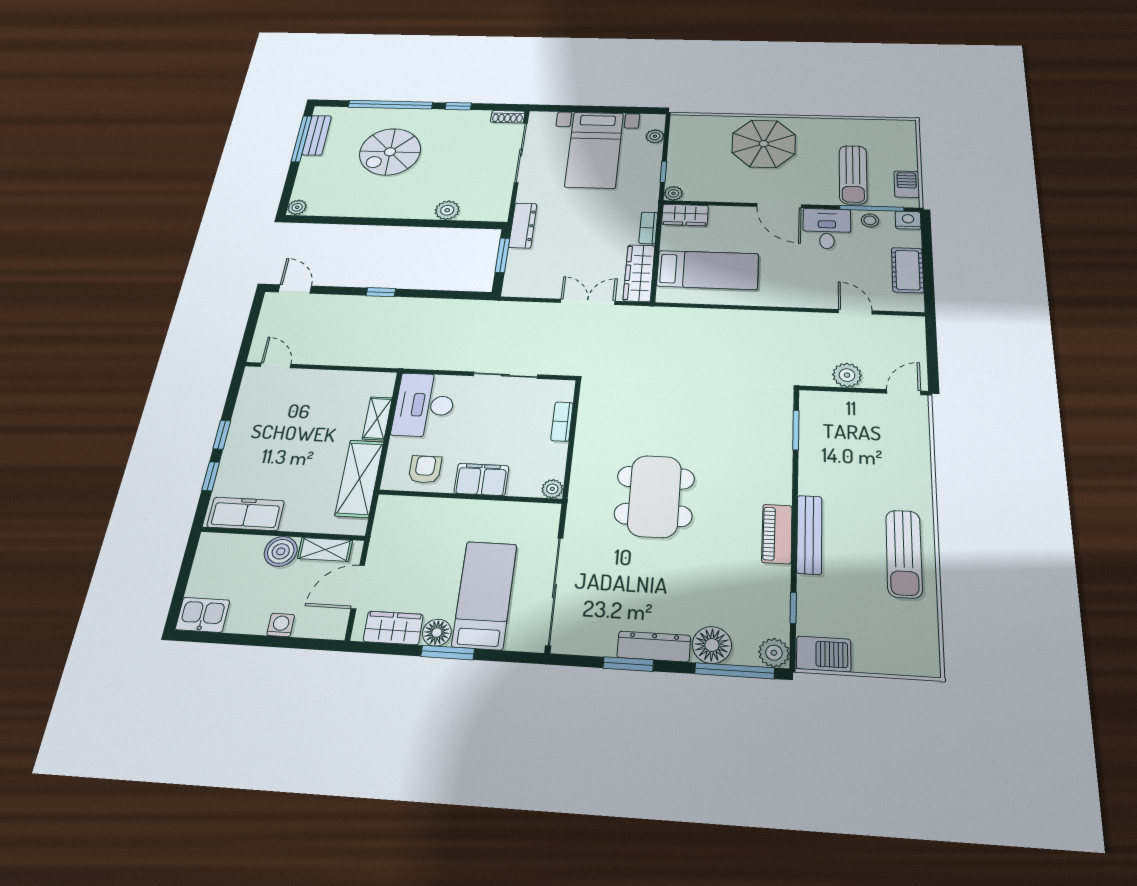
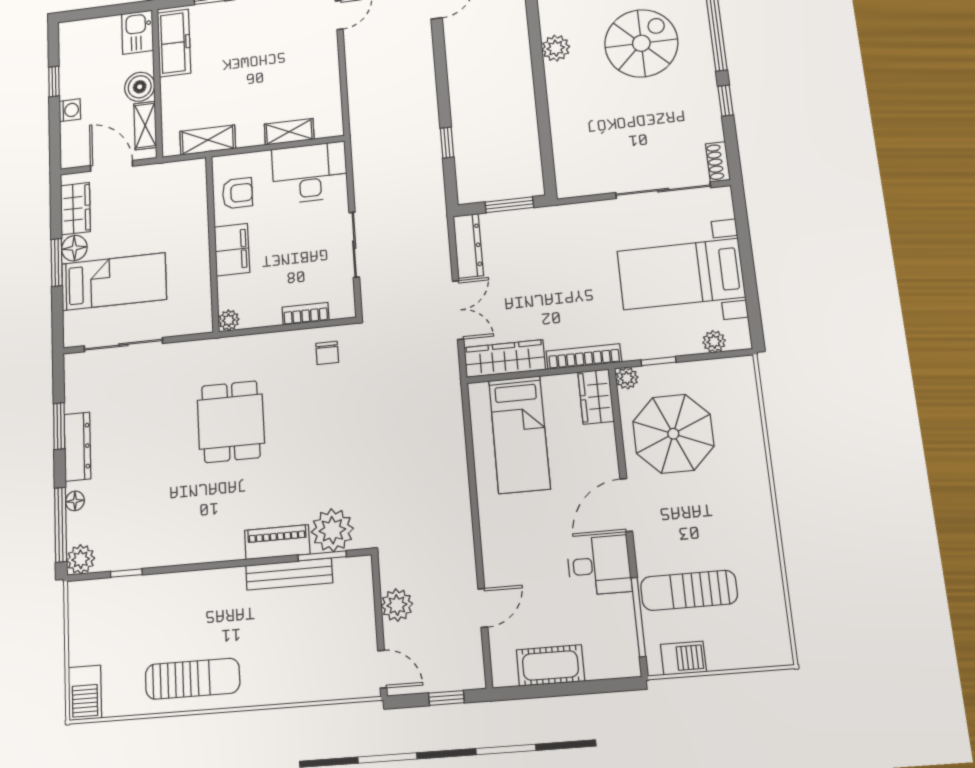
parasol: (764, 144) -> (673, 434), moved
spiral stairs: (390, 152) -> (641, 43), turned 90
plant: (447, 210) -> (556, 48), moved
stool: (870, 220) -> (619, 616), removed
nightstand: (908, 220) -> (626, 662), removed
dresser: (523, 225) -> (468, 246), moved, turned -90
bookcase: (648, 228) -> (584, 356), width x1.56
window: (381, 292) -> (447, 143), moved
window: (932, 346) -> (446, 698), added
chair: (604, 407) -> (327, 353), added
plant: (773, 419) -> (332, 530), added
shelving: (359, 478) -> (208, 140), width x0.67, depth x0.75
dining table: (654, 496) -> (231, 422), width x0.73
piano: (777, 534) -> (277, 542), moved
bench: (809, 535) -> (289, 574), moved
sun lounger: (904, 554) -> (192, 679), turned 180
sliding door: (554, 591) -> (123, 345), width x0.73
kitchen sink: (203, 615) -> (137, 32), moved, turned 180
window: (242, 640) -> (54, 82), added
floor lamp: (712, 645) -> (75, 501), width x0.53, depth x0.53
barbecue: (824, 654) -> (85, 693), moved

